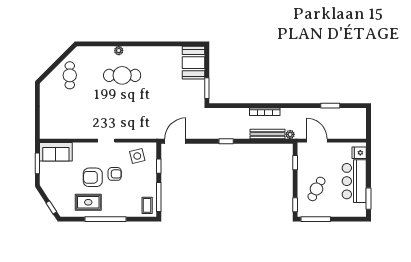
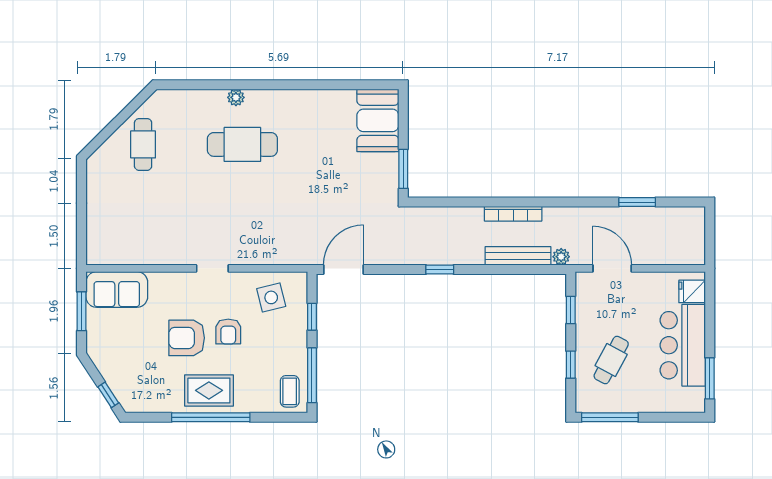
armchair: (115, 174) -> (228, 331), turned 90
rug: (88, 202) -> (209, 390), moved
window: (295, 205) -> (571, 365), moved

